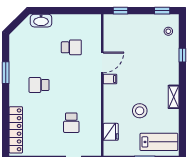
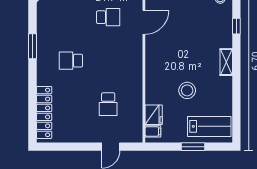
door: (102, 62) -> (144, 22), moved
filing cabinet: (110, 79) -> (153, 131), moved
shelving: (174, 97) -> (226, 62), moved

